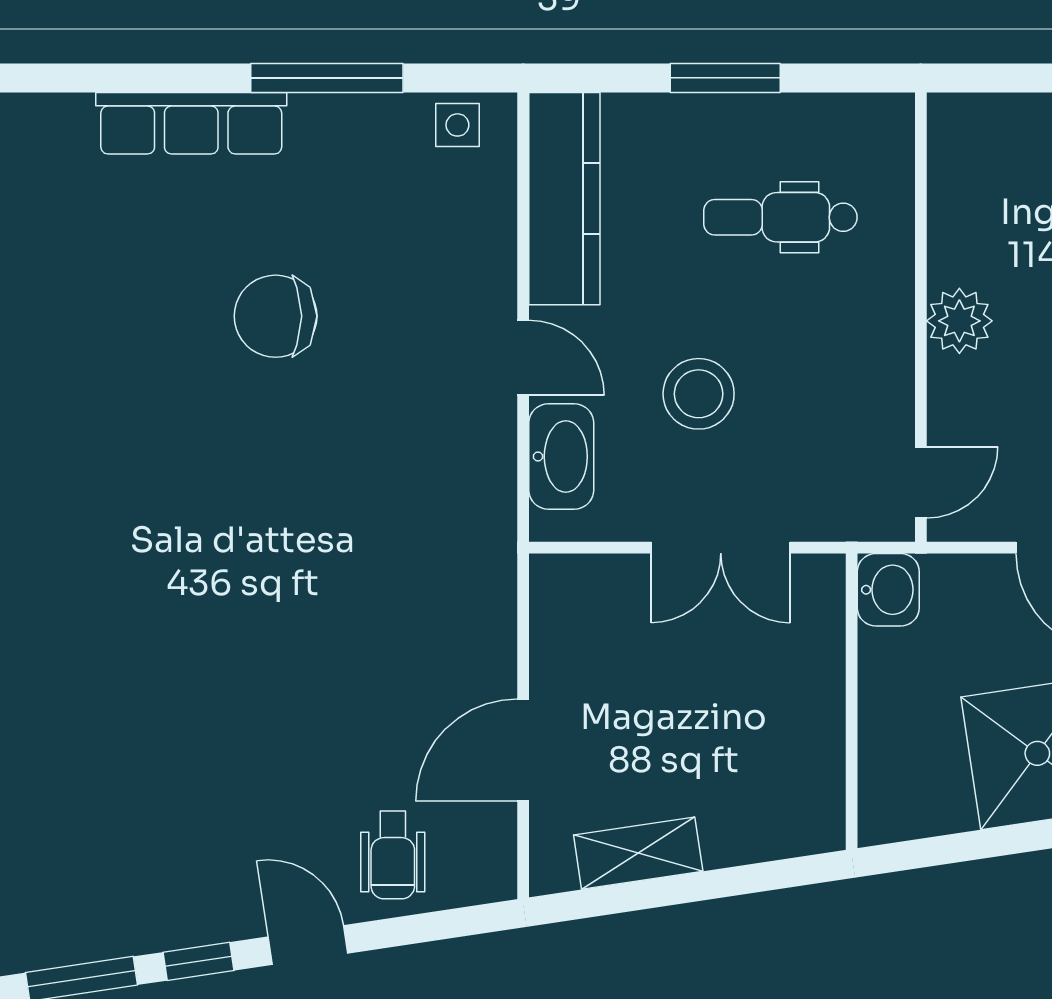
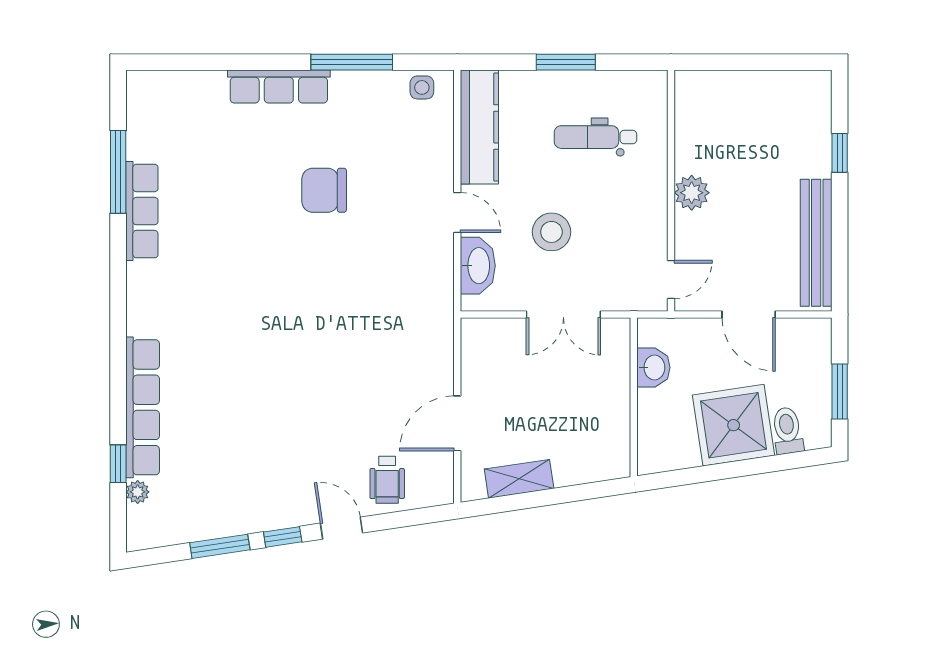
washbasin: (888, 590) -> (653, 367), moved

